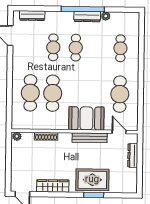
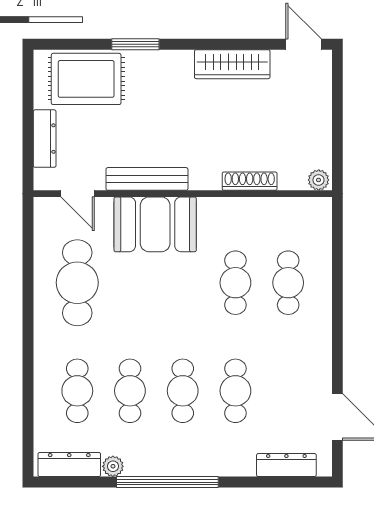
dresser: (87, 17) -> (69, 465), moved
cafe table: (98, 48) -> (130, 391), added
cafe table: (30, 93) -> (288, 283), width x0.73, depth x0.74
cafe table: (53, 93) -> (235, 283), width x0.73, depth x0.74
rug: (92, 180) -> (86, 79), moved

